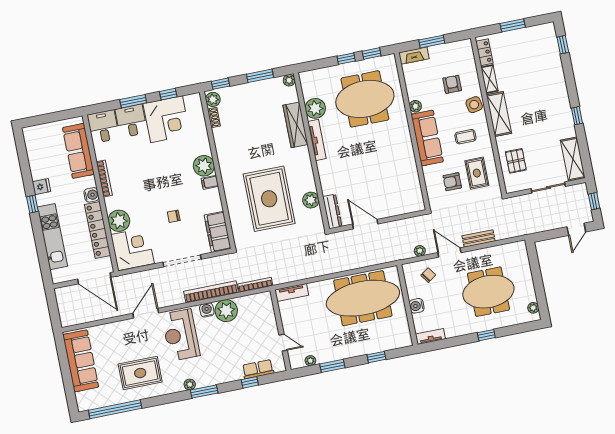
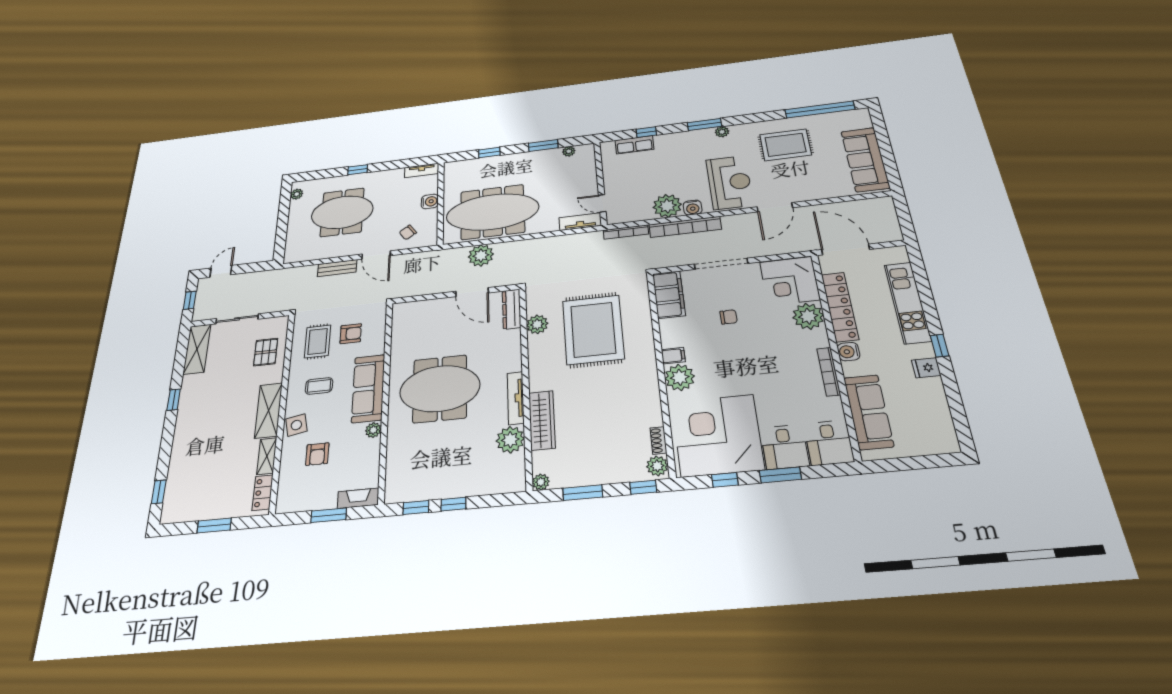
meeting table: (365, 99) -> (440, 389), moved
corner desk: (167, 119) -> (718, 435), width x1.36, depth x1.36
plant: (420, 251) -> (481, 255), moved, width x1.88, depth x1.88
door: (283, 343) -> (602, 203), moved

